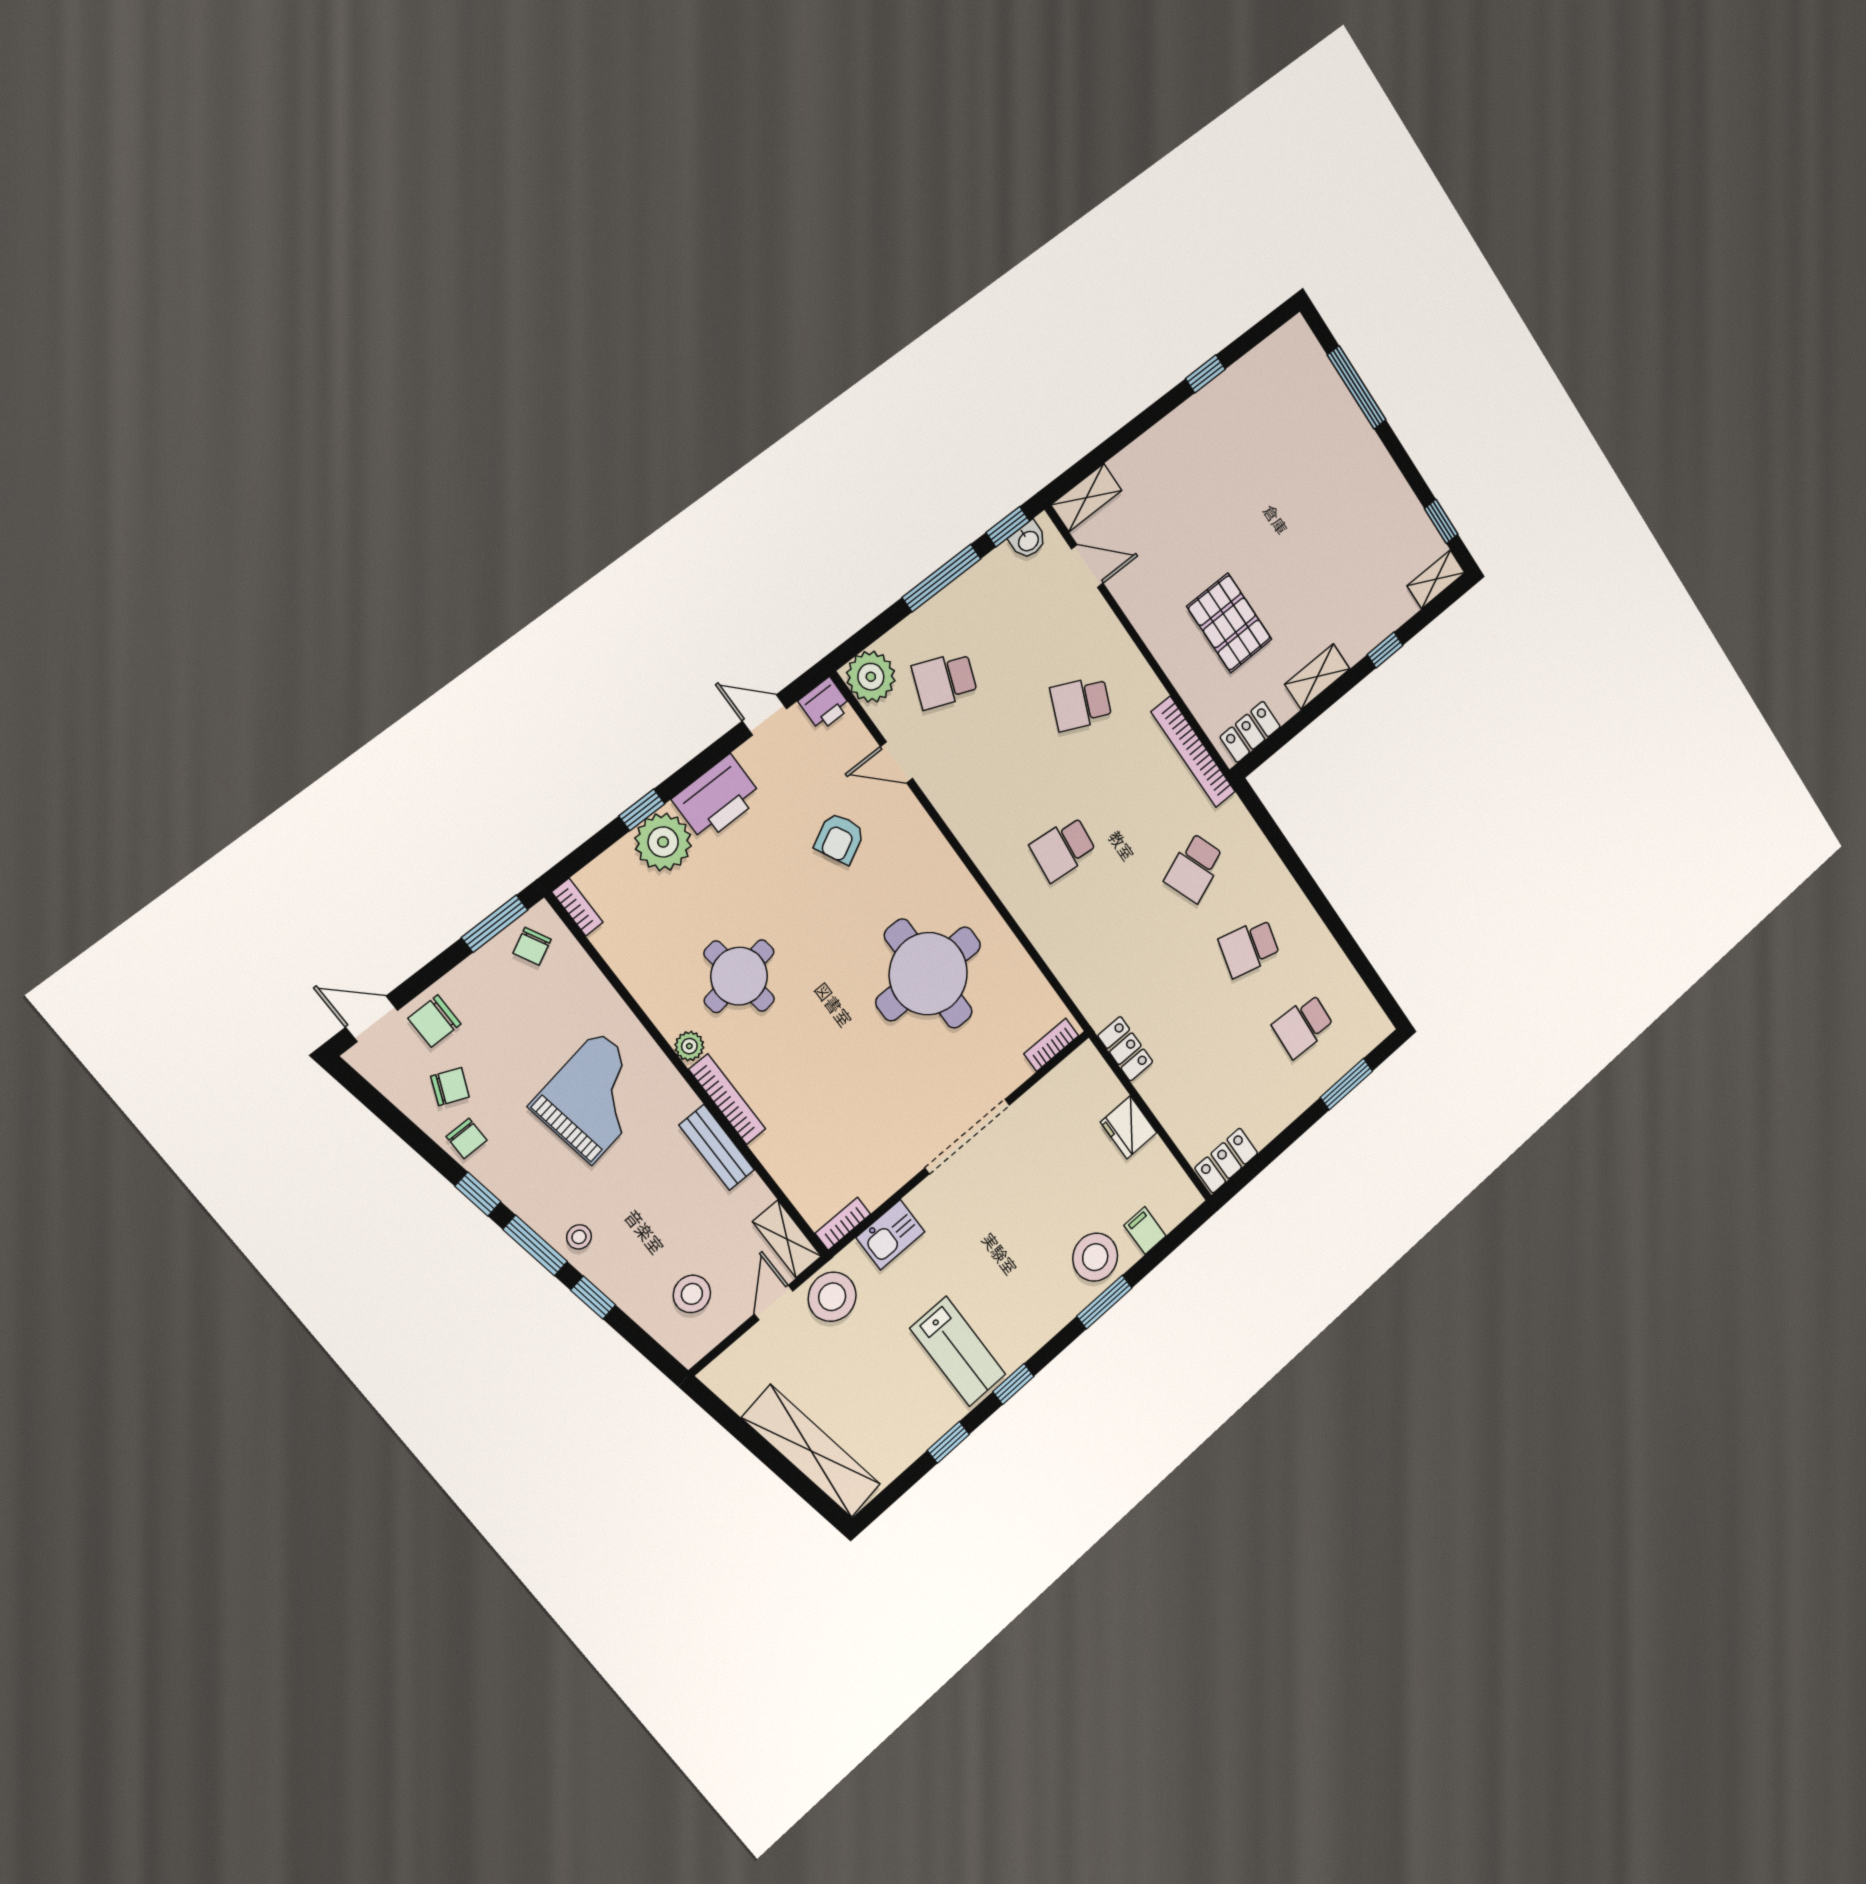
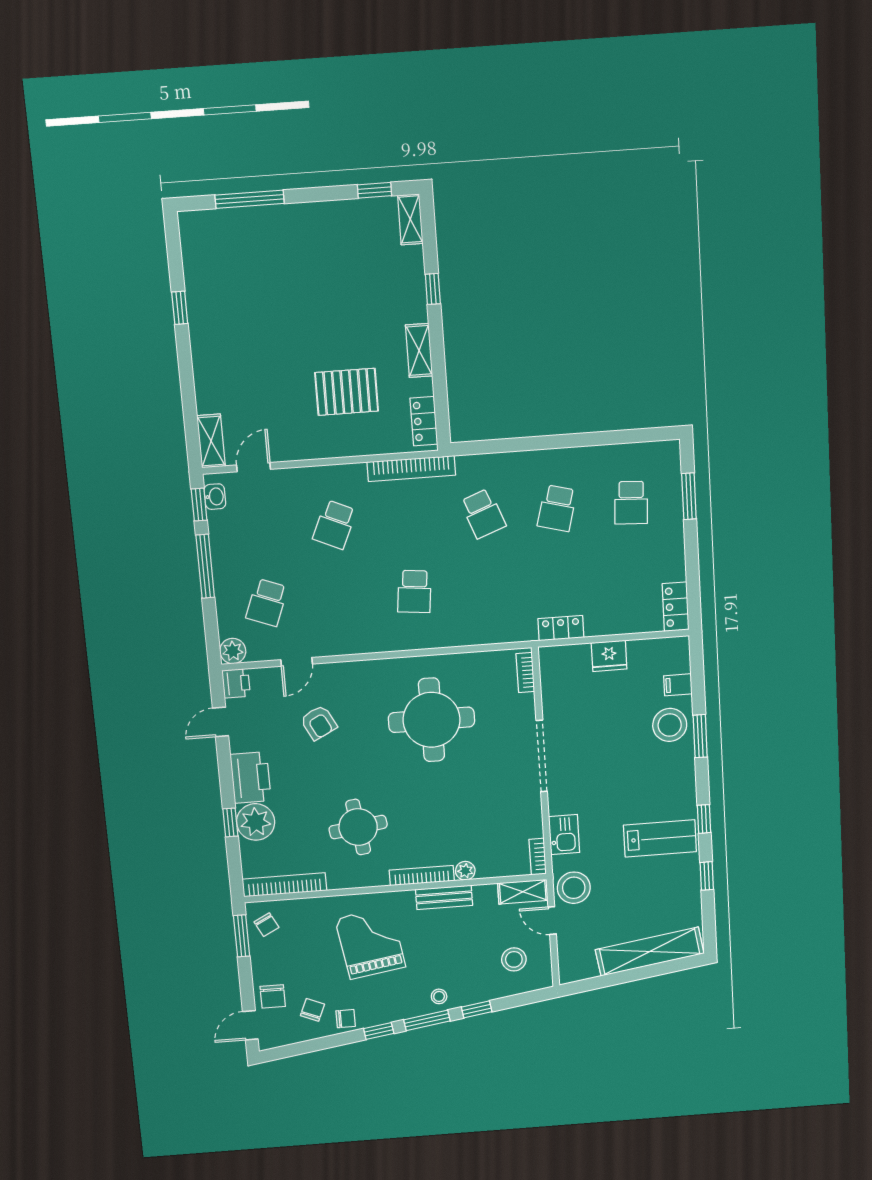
plant: (871, 677) -> (233, 651), width x0.73, depth x0.73
bookcase: (577, 907) -> (284, 885), width x2.31, depth x1.31
plant: (689, 1046) -> (465, 871), moved

